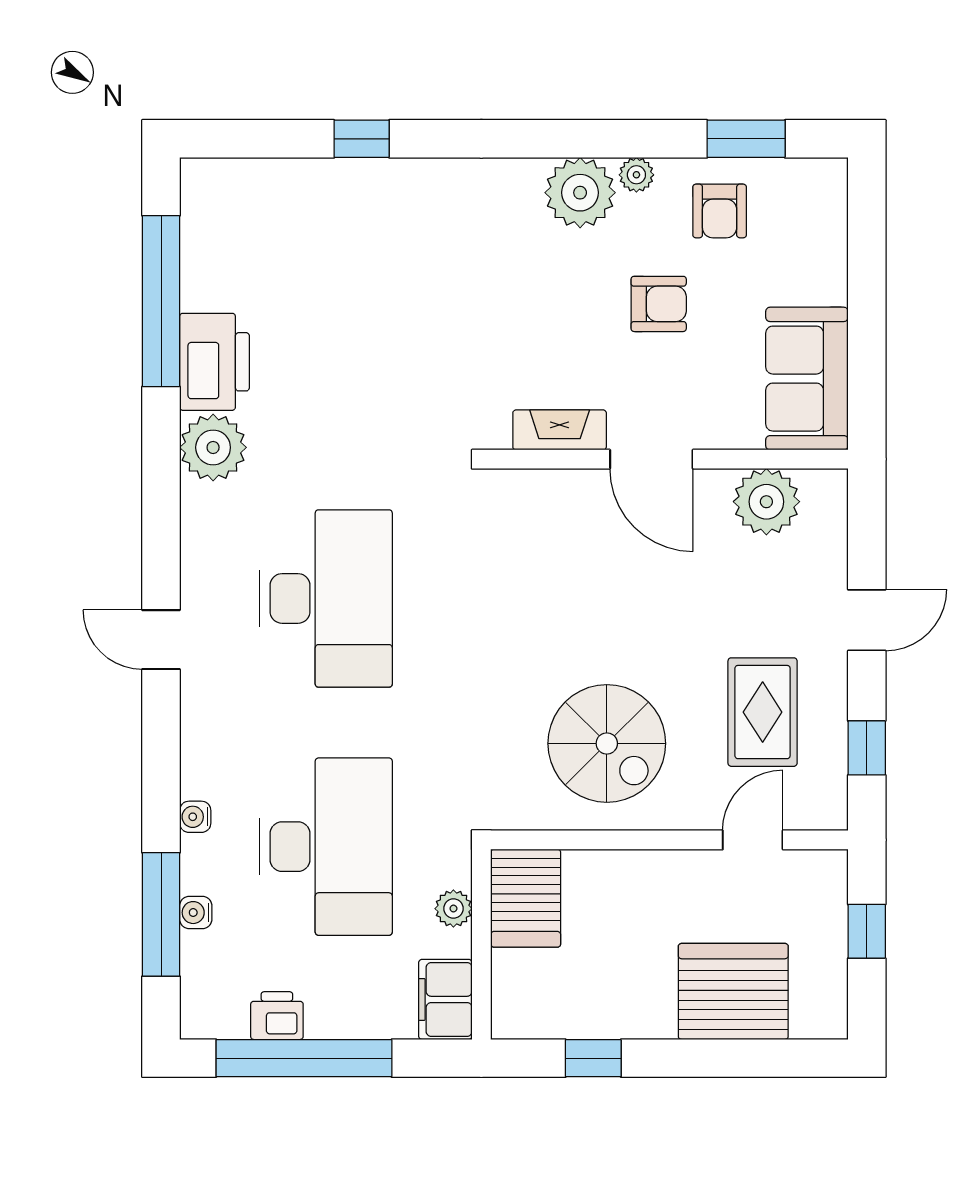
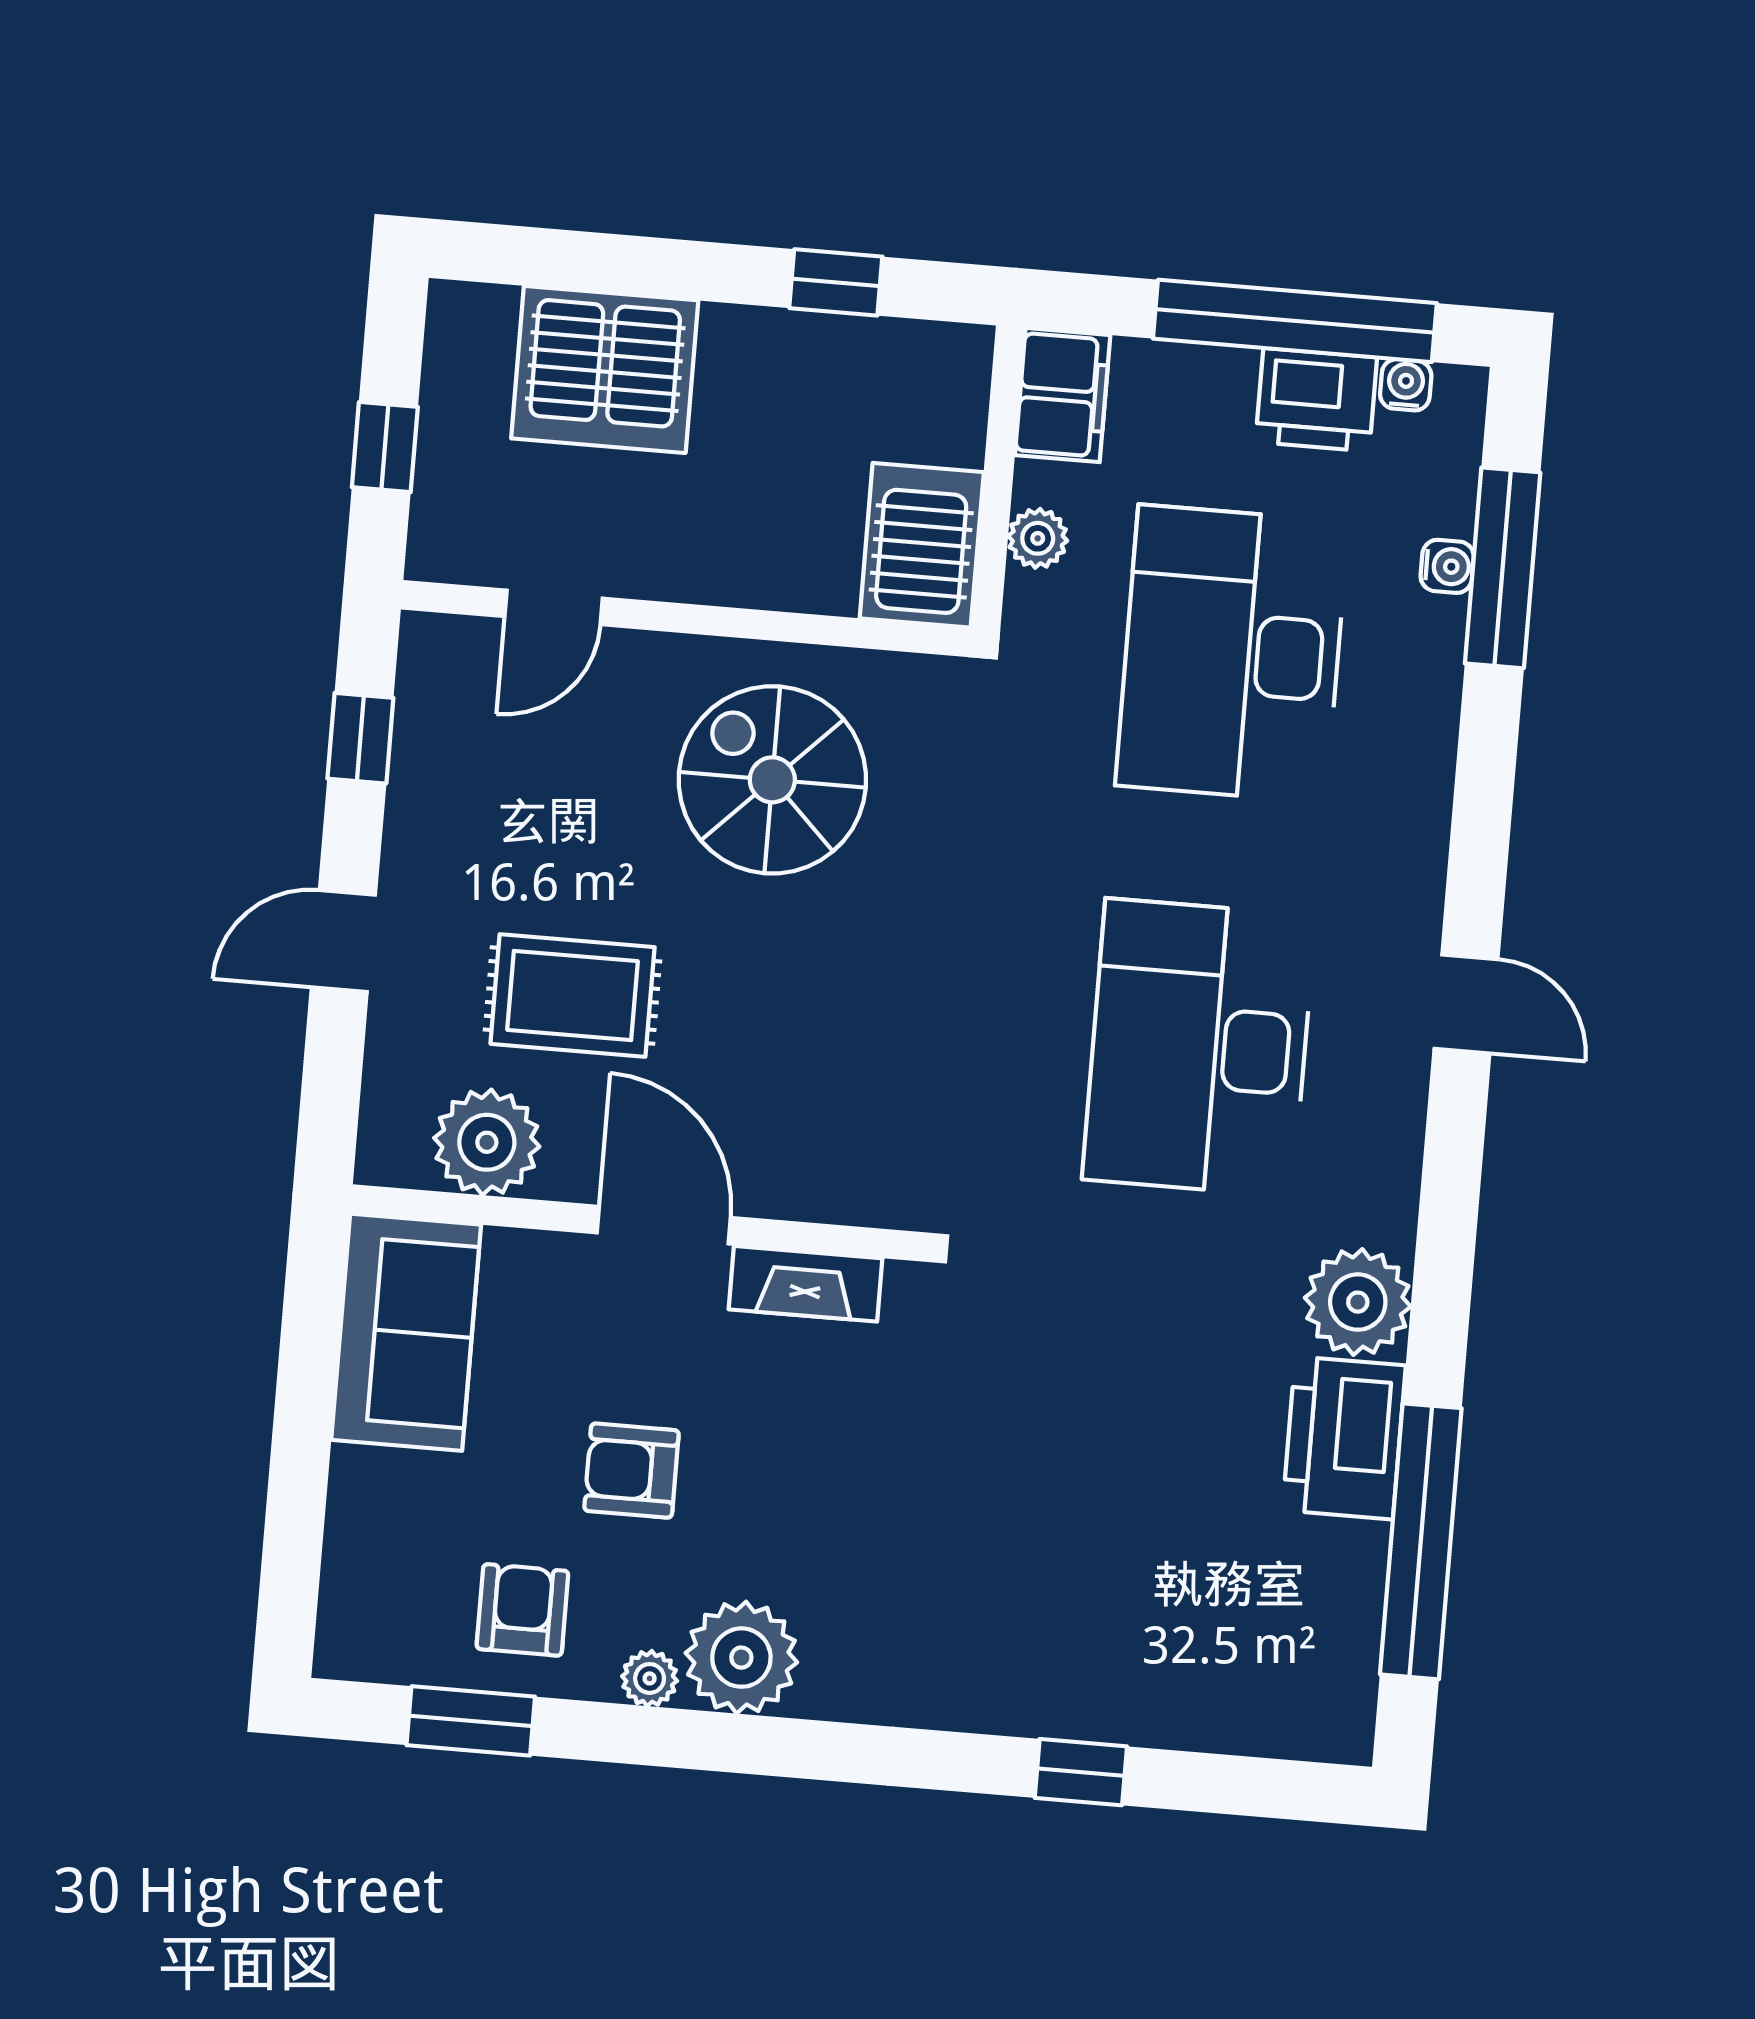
rug: (763, 712) -> (573, 996), moved, turned 90
water cooler: (195, 817) -> (1406, 385), moved, turned -90
printer: (277, 1016) -> (1316, 400), width x1.36, depth x1.24

